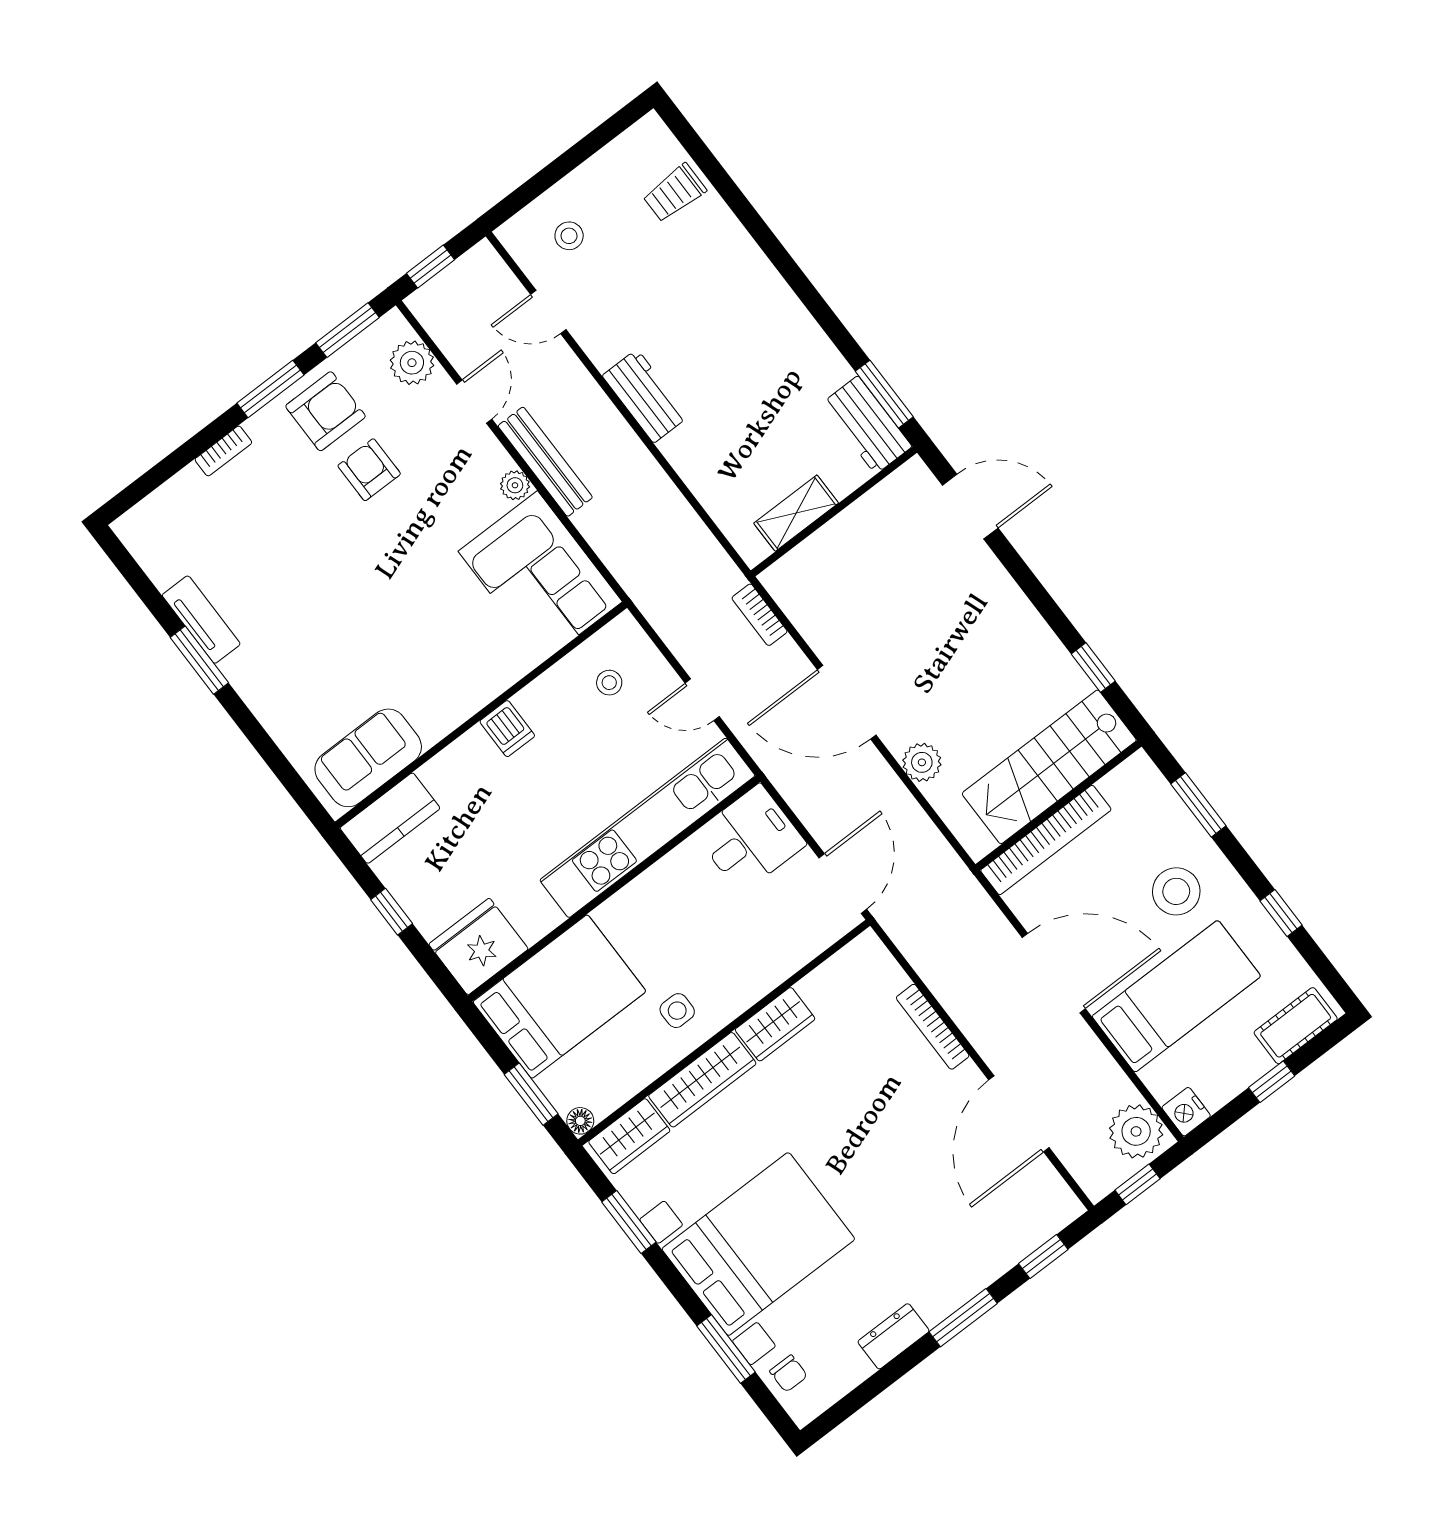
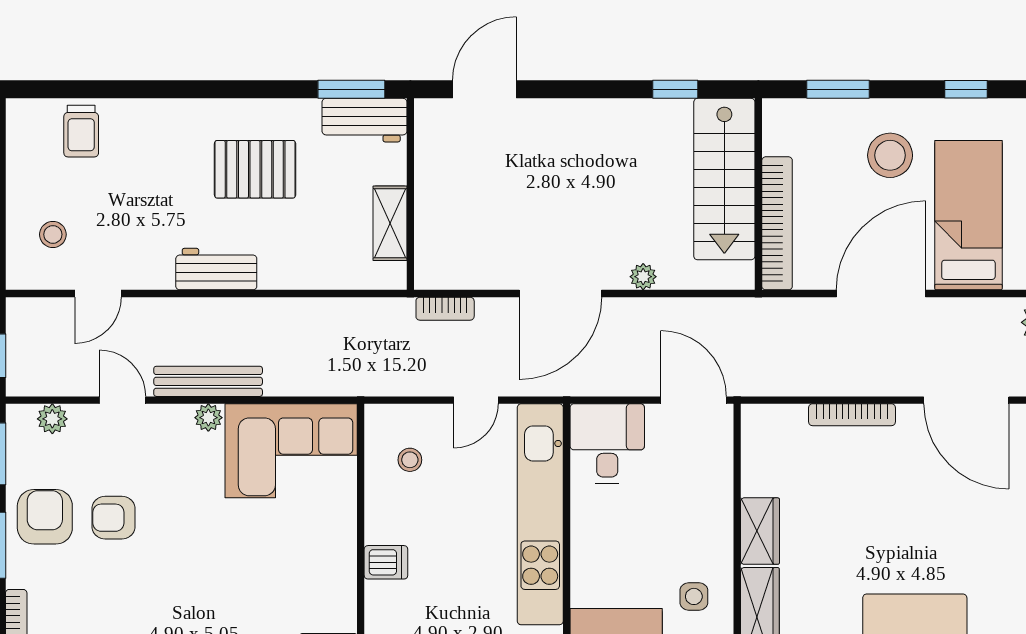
plant: (412, 363) -> (52, 419), width x0.73, depth x0.73
pallet: (755, 364) -> (255, 169), added
plant: (922, 762) -> (643, 277), width x0.73, depth x0.73

